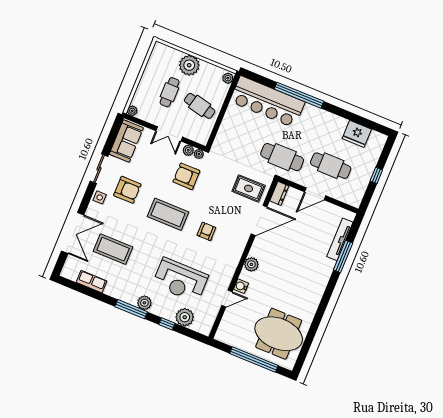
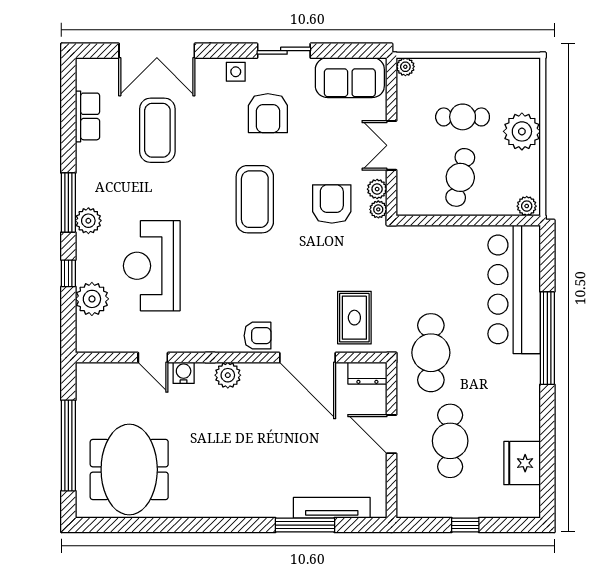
armchair: (206, 231) -> (258, 336), moved

